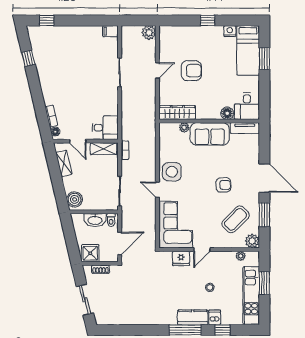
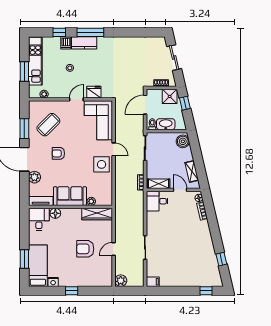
plant: (252, 241) -> (34, 177), moved
window: (72, 245) -> (185, 103), added

